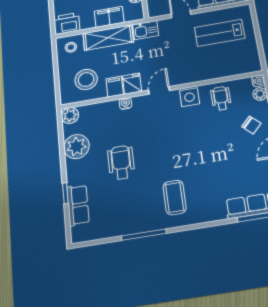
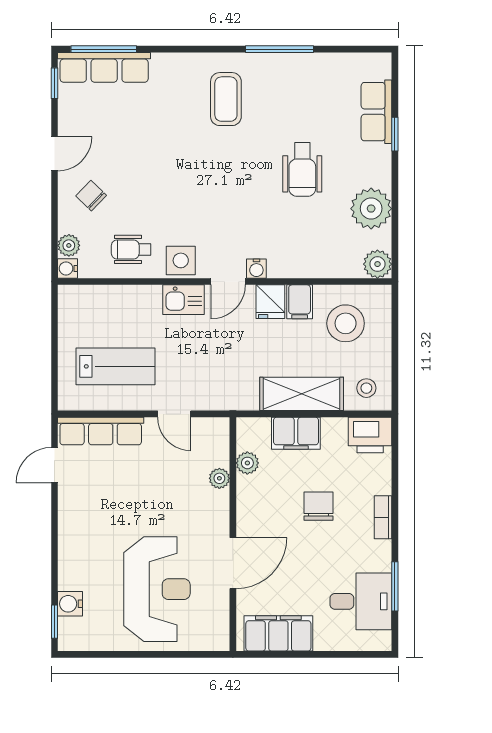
kitchen sink: (146, 30) -> (183, 300), moved, turned 180
wheelchair: (221, 98) -> (131, 249), turned 90
water cooler: (125, 103) -> (256, 269), moved

